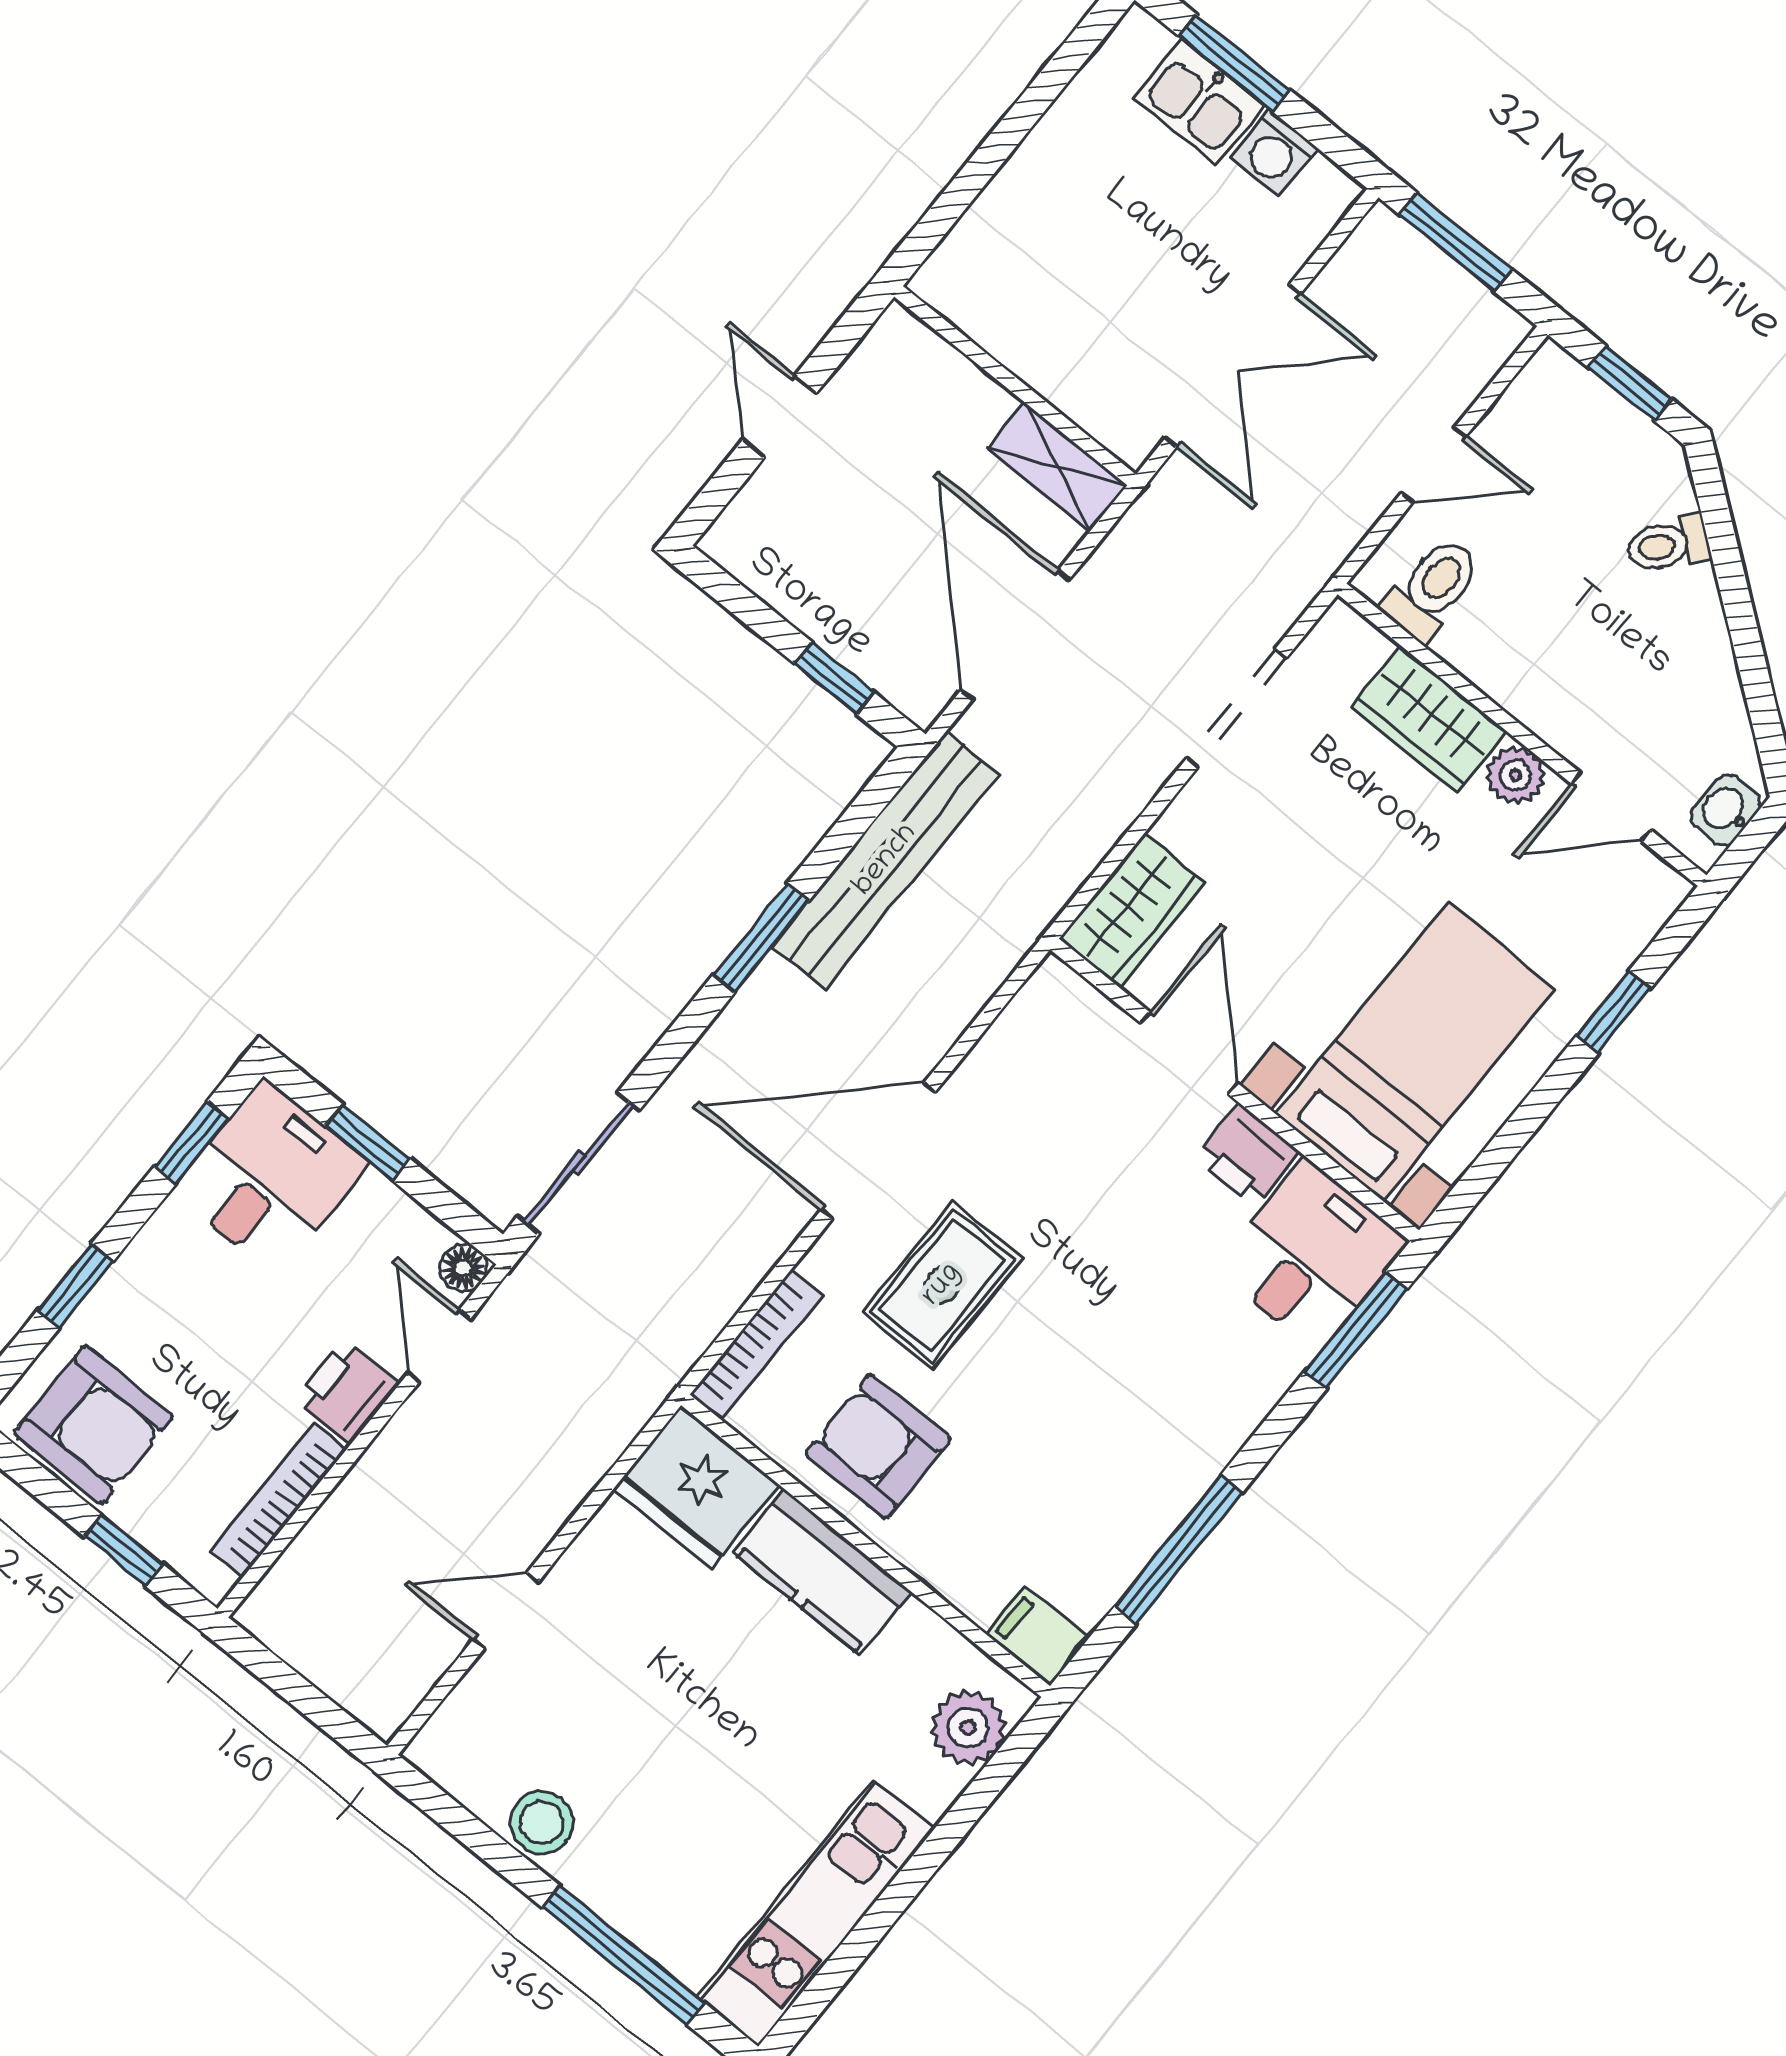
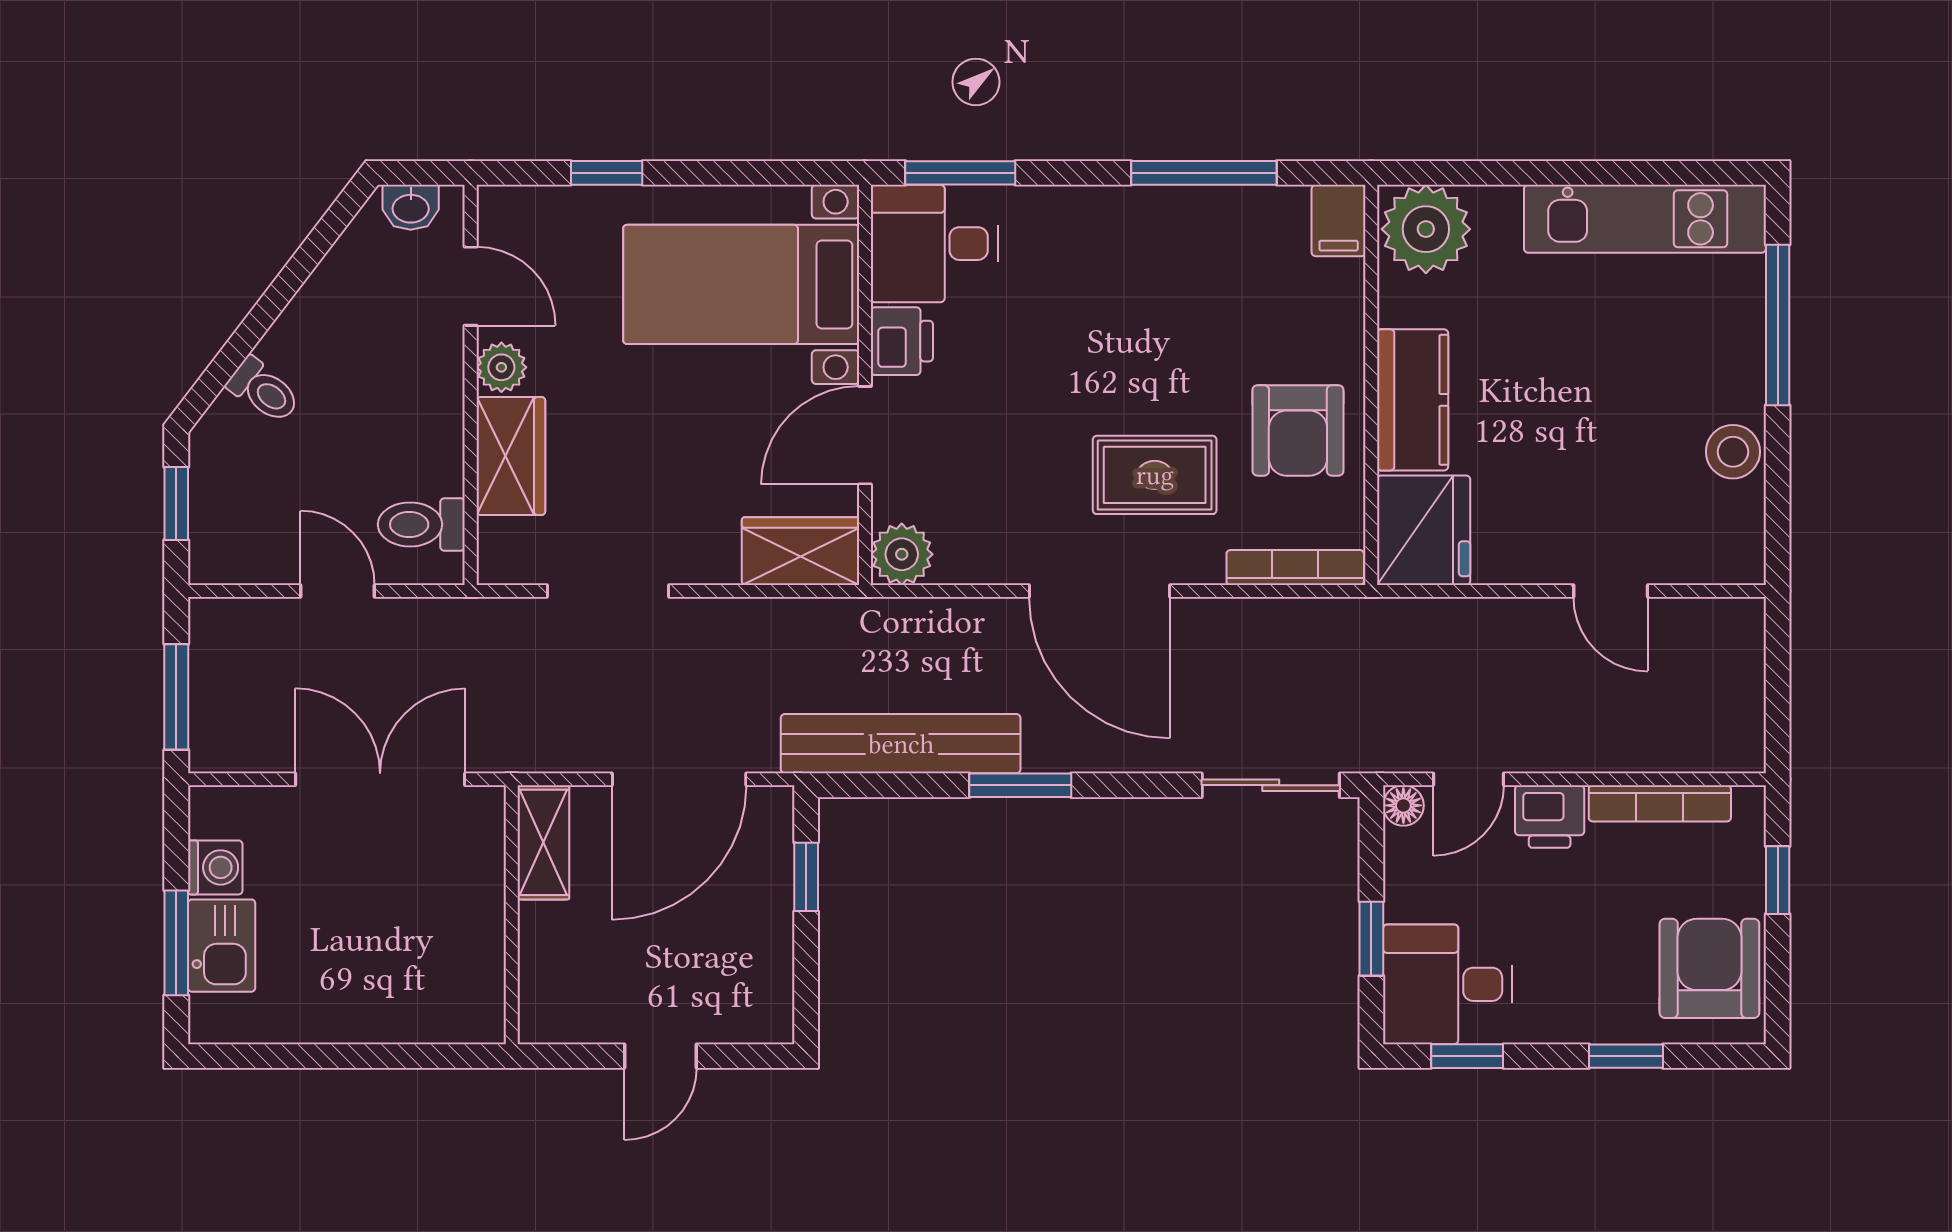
plant: (1055, 999) -> (902, 554), added
plant: (968, 1728) -> (1426, 229), width x1.36, depth x1.36

